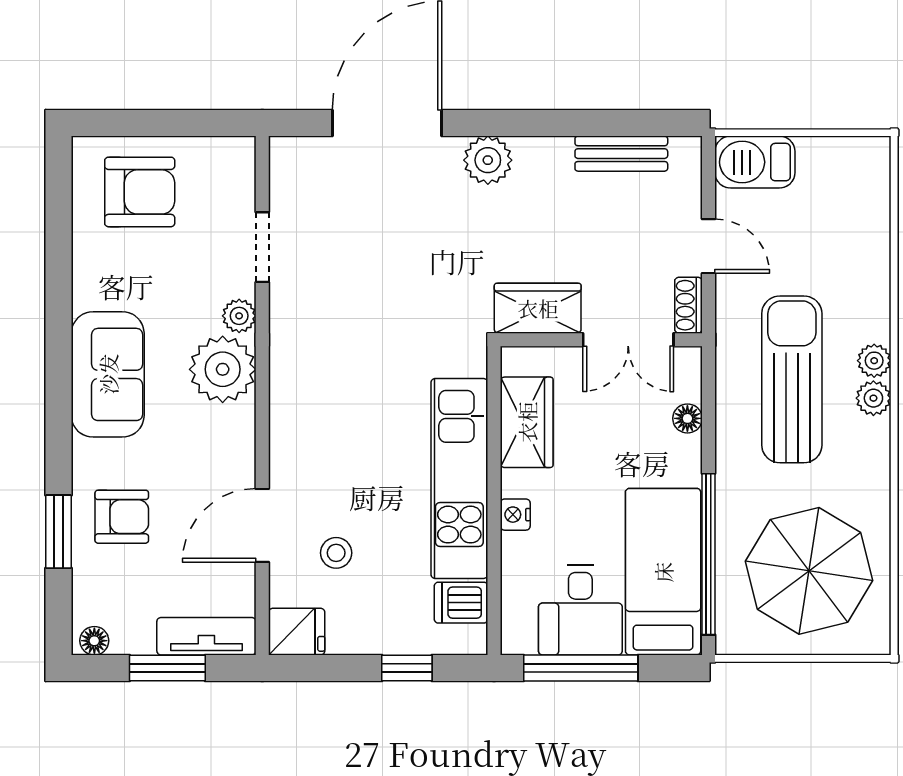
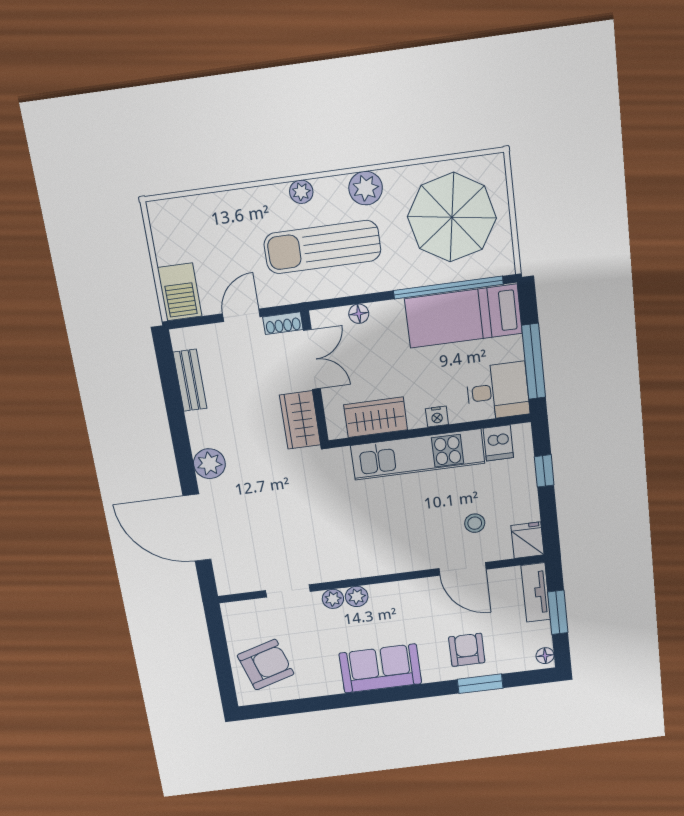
armchair: (140, 192) -> (266, 665), turned 73
plant: (223, 369) -> (357, 596), width x0.53, depth x0.53
plant: (873, 398) -> (366, 188), moved, width x1.38, depth x1.38
desk: (580, 610) -> (498, 391), moved

